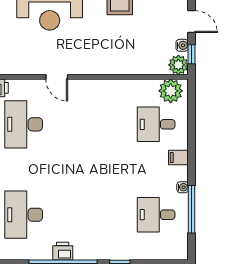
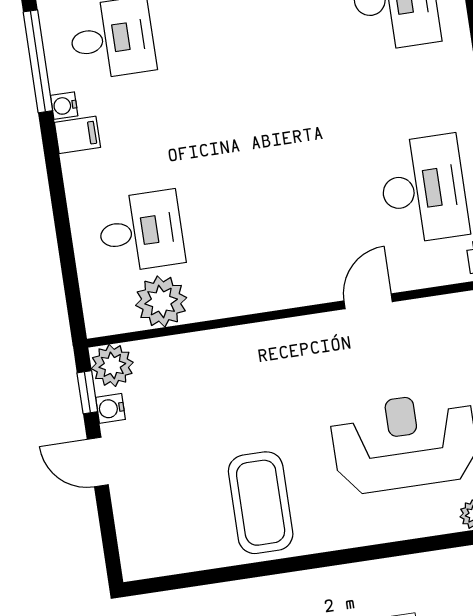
door: (57, 77) -> (368, 301), hinge flipped
plant: (171, 91) -> (161, 301), moved
filing cabinet: (178, 158) -> (78, 135), moved

